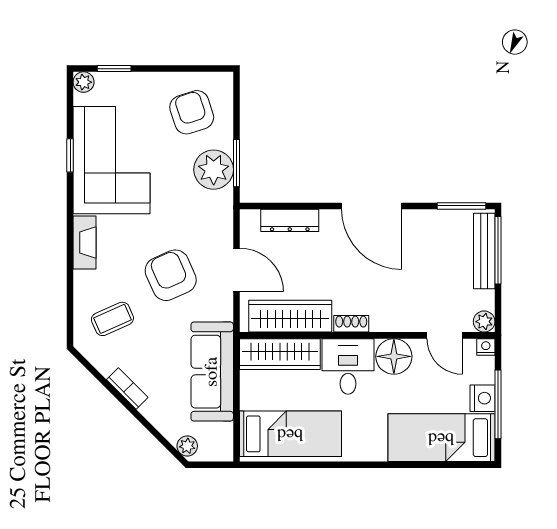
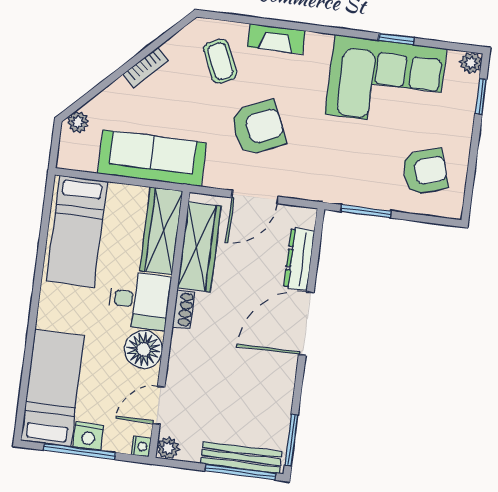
plant: (214, 170) -> (362, 187), removed
door: (372, 206) -> (306, 324), moved
fireplace: (85, 242) -> (276, 39), moved

